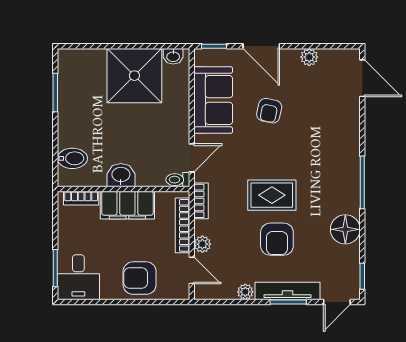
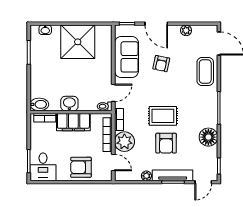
washbasin: (173, 56) -> (45, 30), moved
coffee table: (340, 123) -> (205, 71), added
bidet: (72, 158) -> (39, 104), moved
plant: (202, 244) -> (124, 142), width x1.88, depth x1.88

